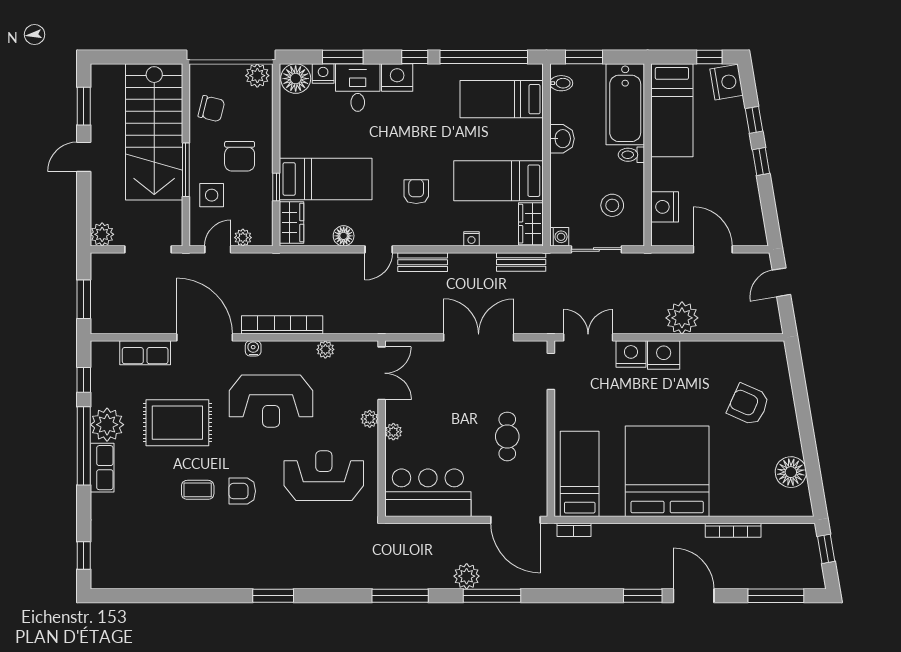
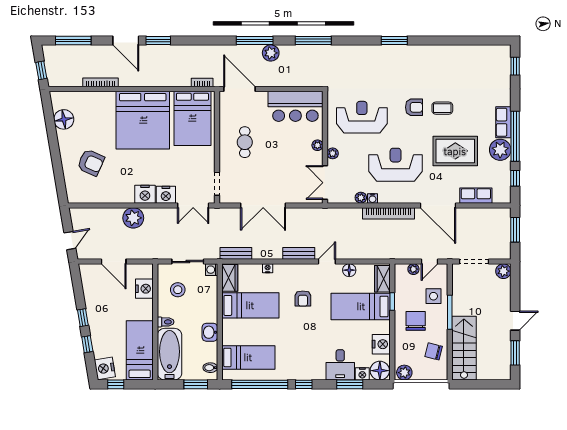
nightstand: (397, 78) -> (381, 344), moved, turned -90
stairs: (154, 132) -> (464, 348), width x0.73, depth x0.66
water cooler: (253, 348) -> (372, 198), moved
bed: (580, 474) -> (192, 118), width x1.50
reception desk: (324, 476) -> (362, 117), turned 180

